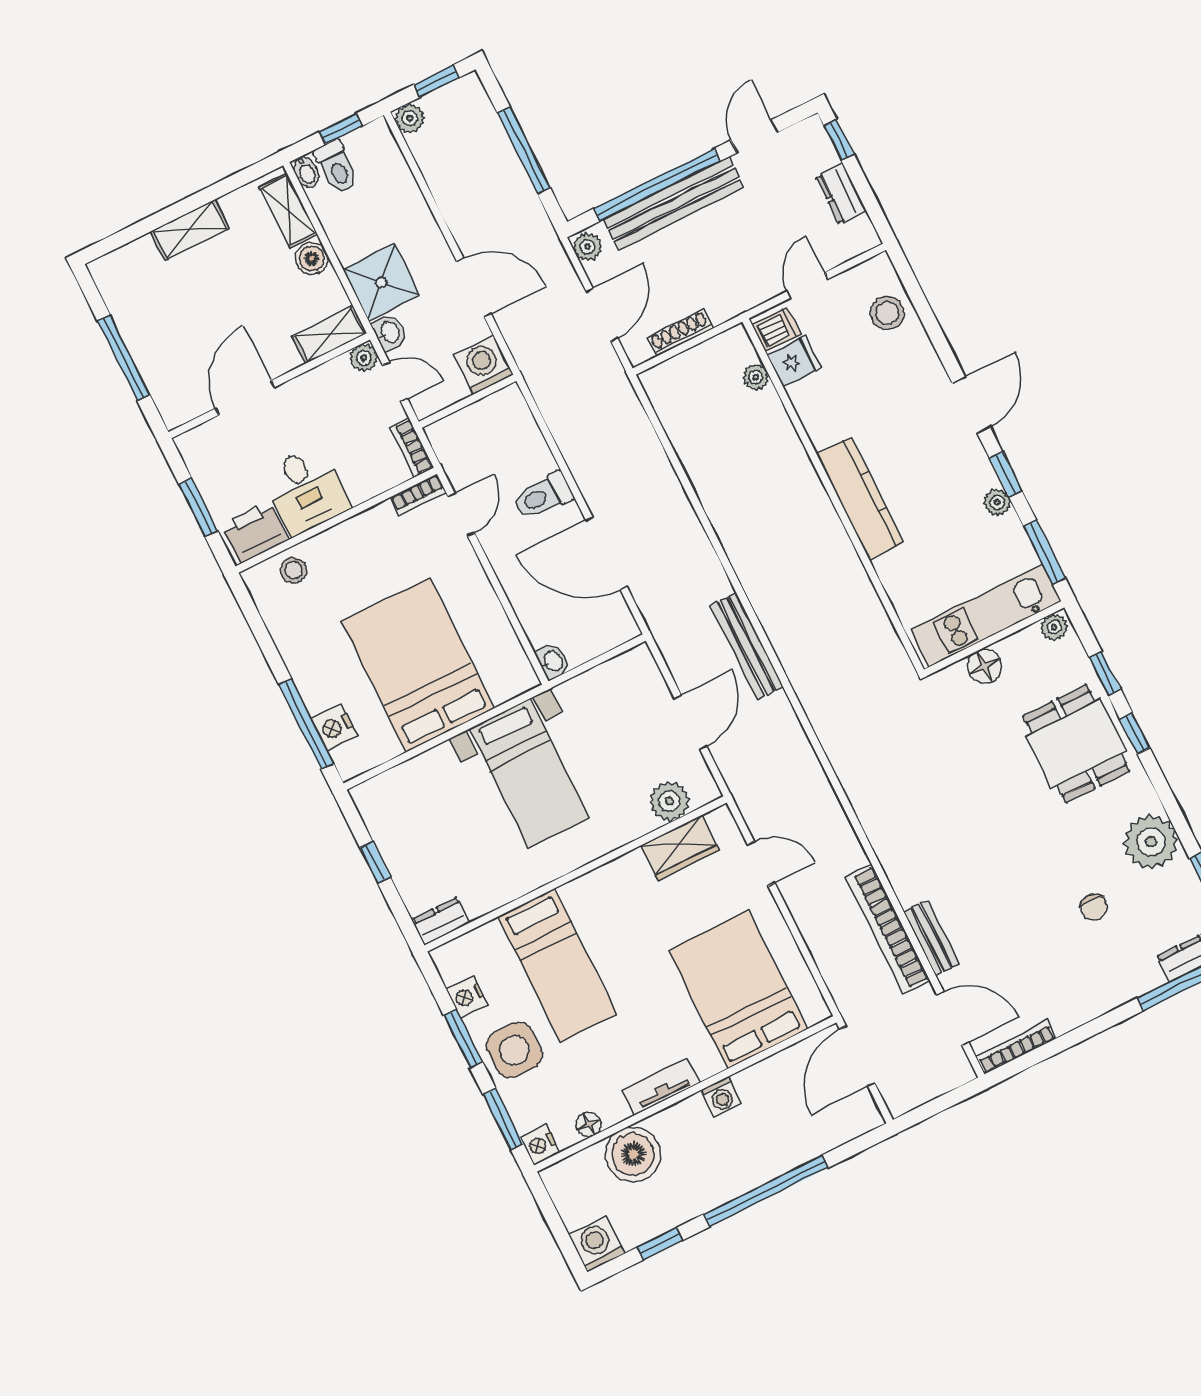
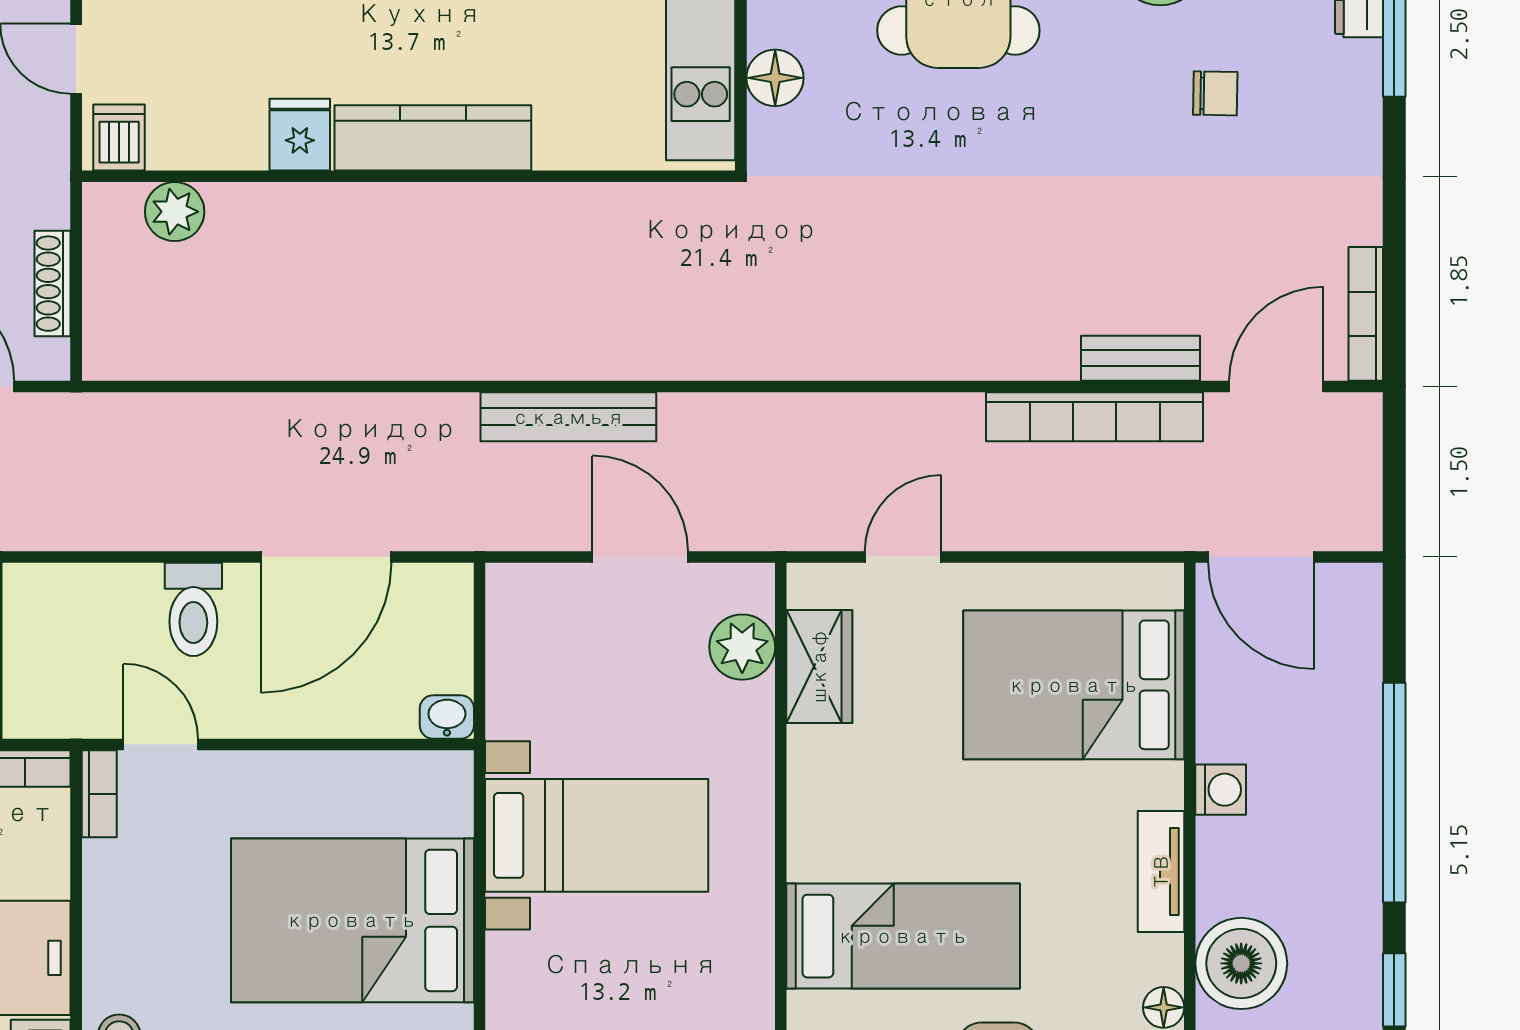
fridge: (794, 361) -> (300, 135), moved
plant: (756, 377) -> (175, 212), width x1.38, depth x1.38

